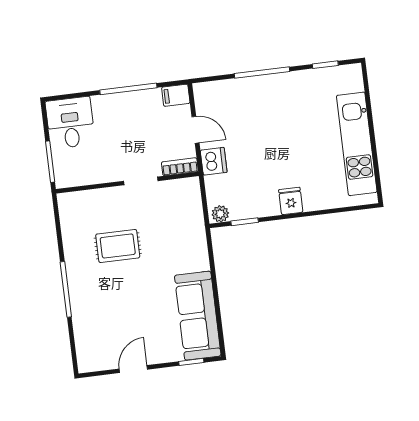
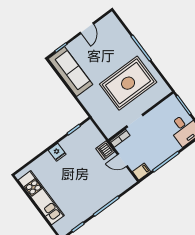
plant: (220, 214) -> (88, 127), removed
rug: (118, 246) -> (128, 83), width x1.86, depth x2.06

